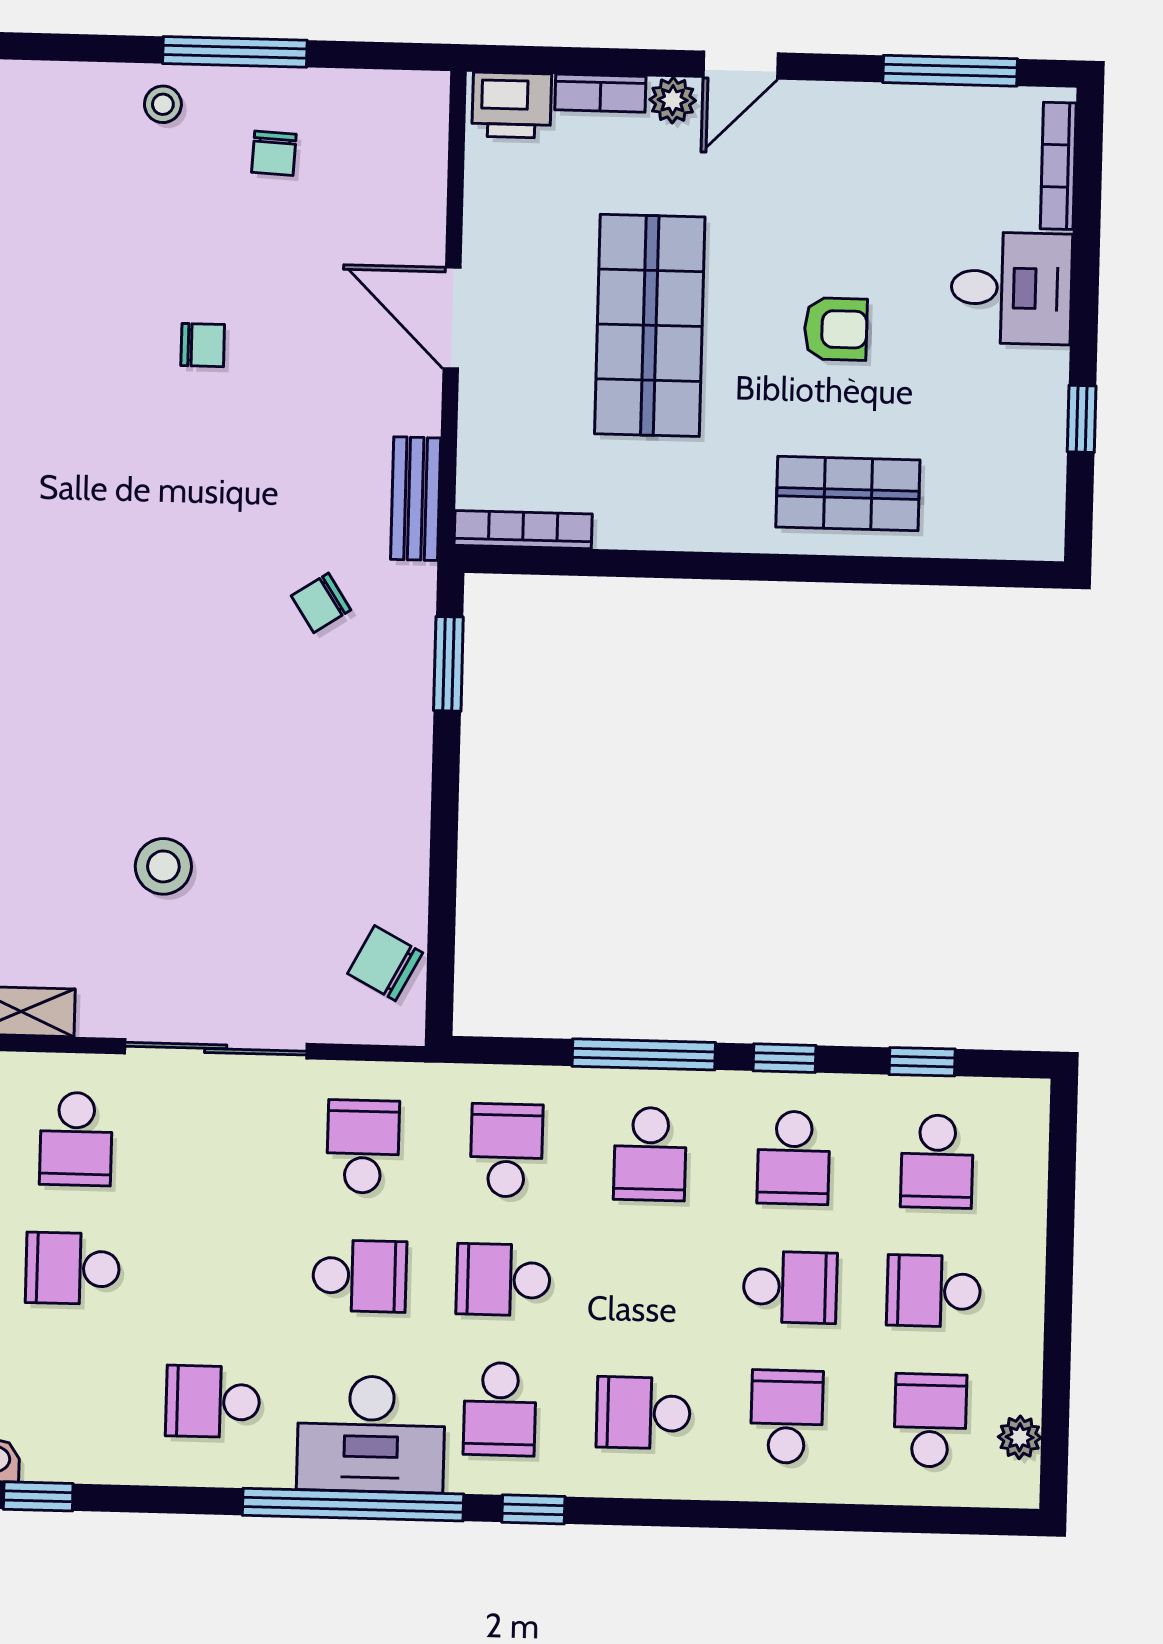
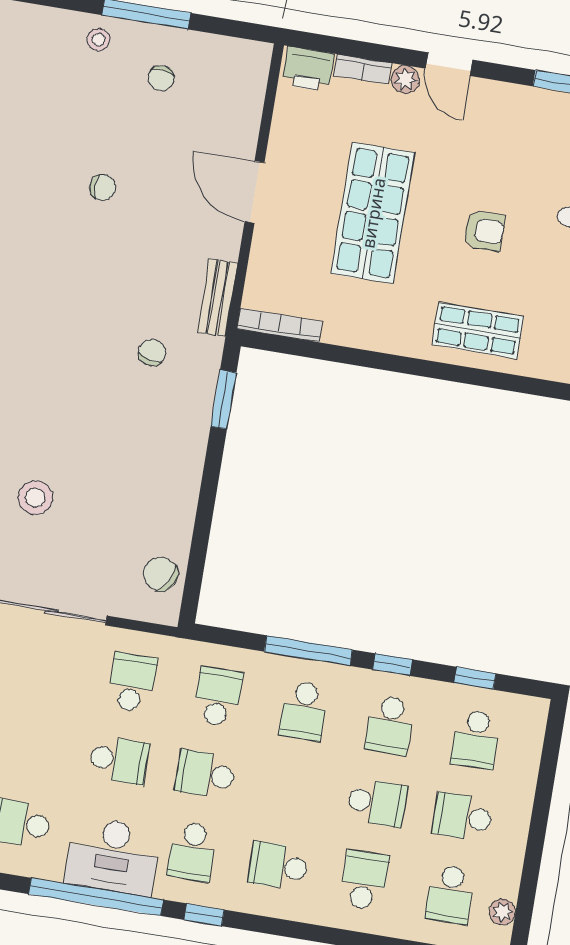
door: (741, 65) -> (449, 64), hinge flipped
chair: (321, 603) -> (152, 352), turned 138
school desk: (930, 1420) -> (450, 894), turned 180

